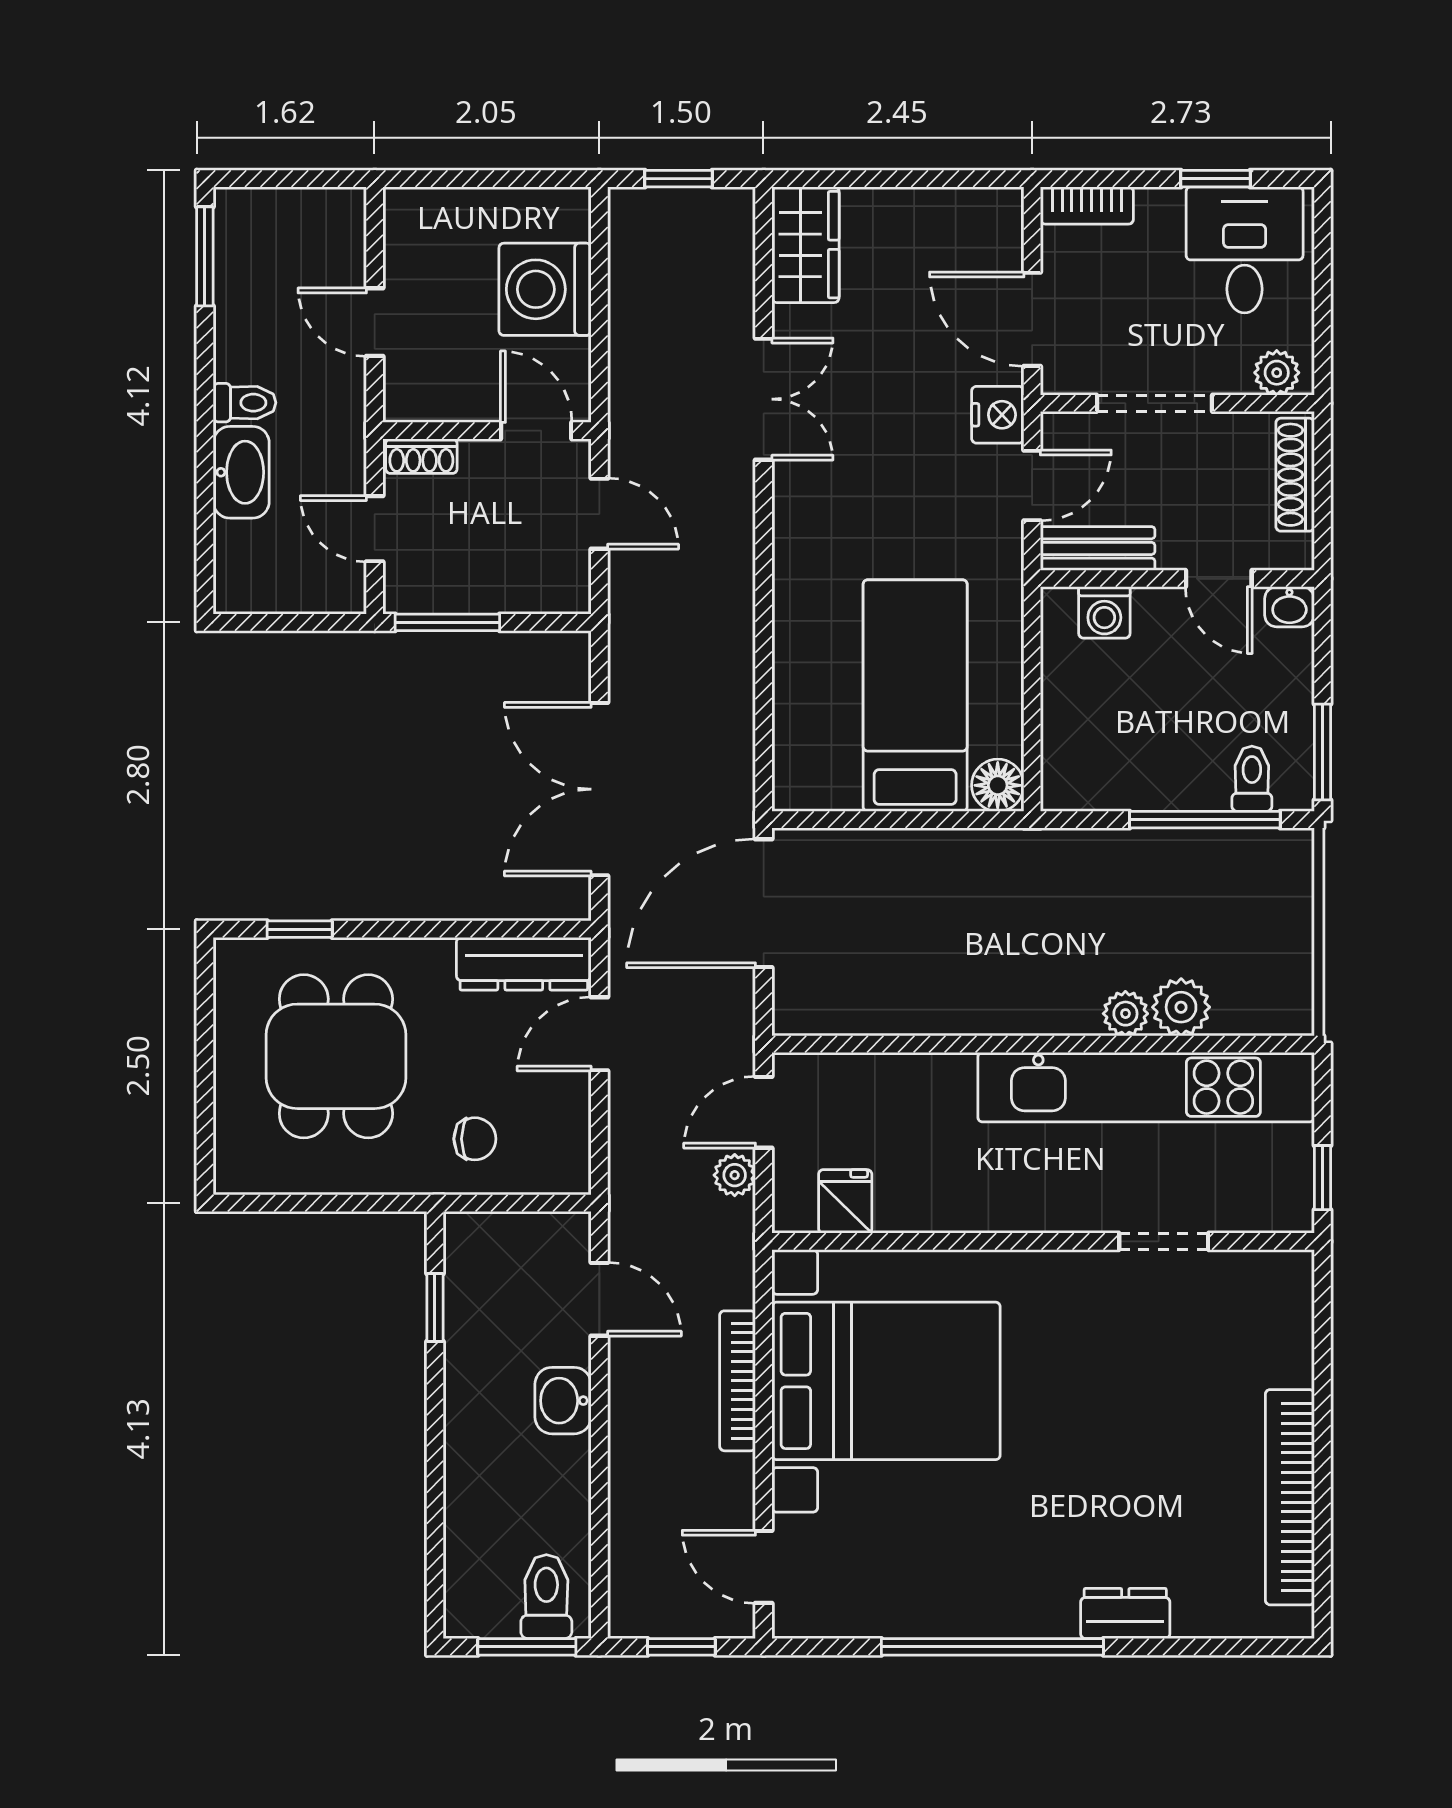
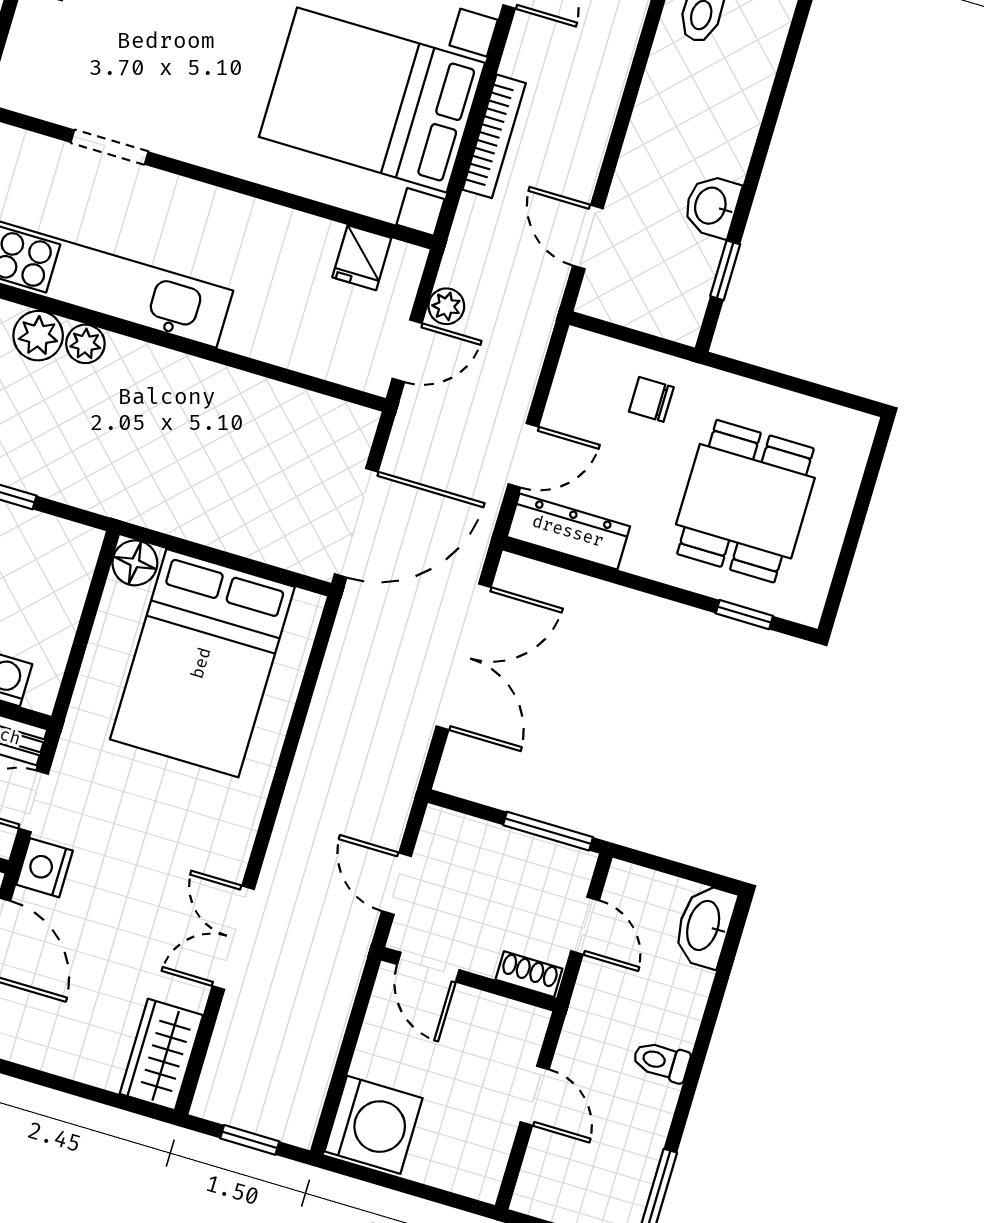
washing machine: (545, 289) -> (374, 1125), moved
washbasin: (241, 472) -> (704, 926), moved
bed: (915, 696) -> (202, 663), width x1.50
washbasin: (563, 1401) -> (712, 206), moved, turned 180

